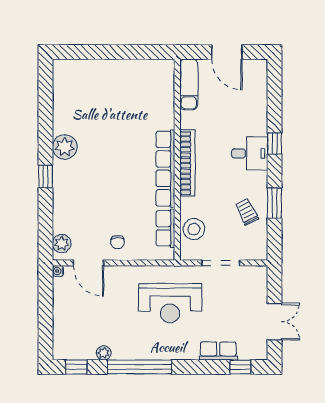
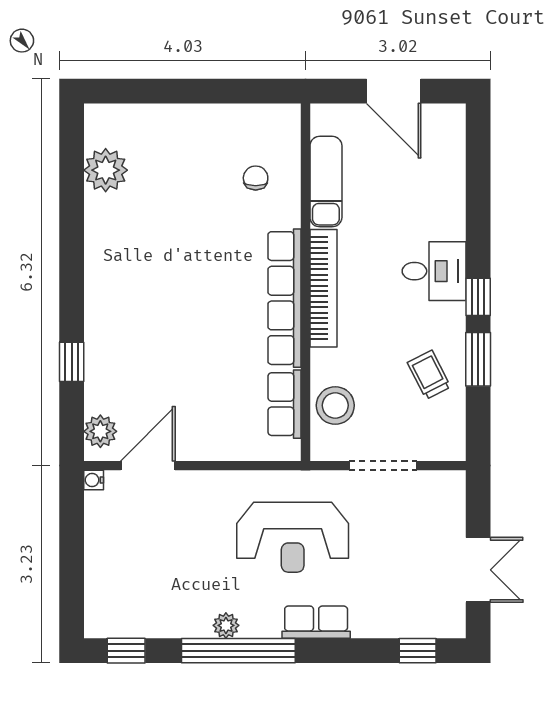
exam couch: (189, 84) -> (326, 182), moved
window: (274, 143) -> (478, 297), moved
plant: (65, 147) -> (106, 170), moved
window: (46, 177) -> (72, 362), moved
chair: (117, 242) -> (256, 178), moved, turned 180
door: (89, 263) -> (148, 466), swing flipped
row of seats: (218, 351) -> (316, 622), moved
plant: (104, 353) -> (226, 625), moved

